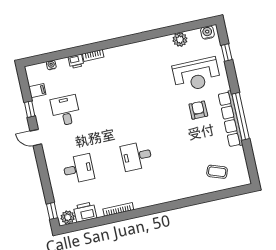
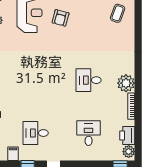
armchair: (198, 110) -> (60, 18), turned -75
desk: (137, 156) -> (89, 80), turned 90
plant: (142, 198) -> (126, 83), added

